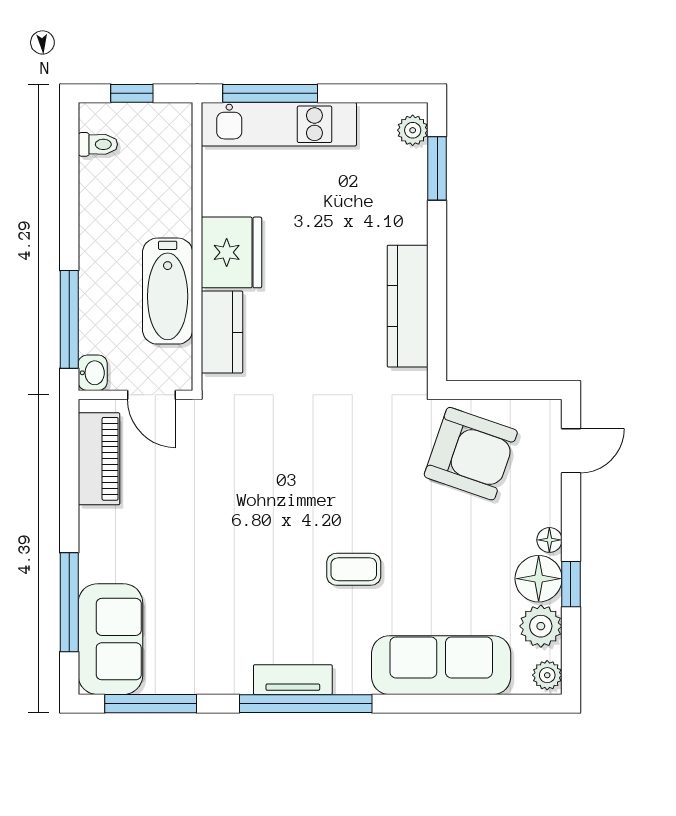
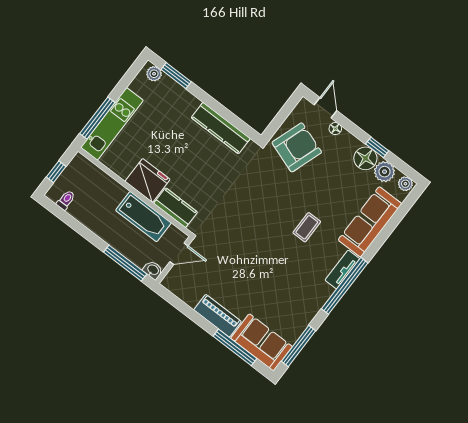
piano: (99, 459) -> (217, 316), moved
floor lamp: (549, 540) -> (335, 129), moved
tv unit: (293, 680) -> (342, 269), moved

